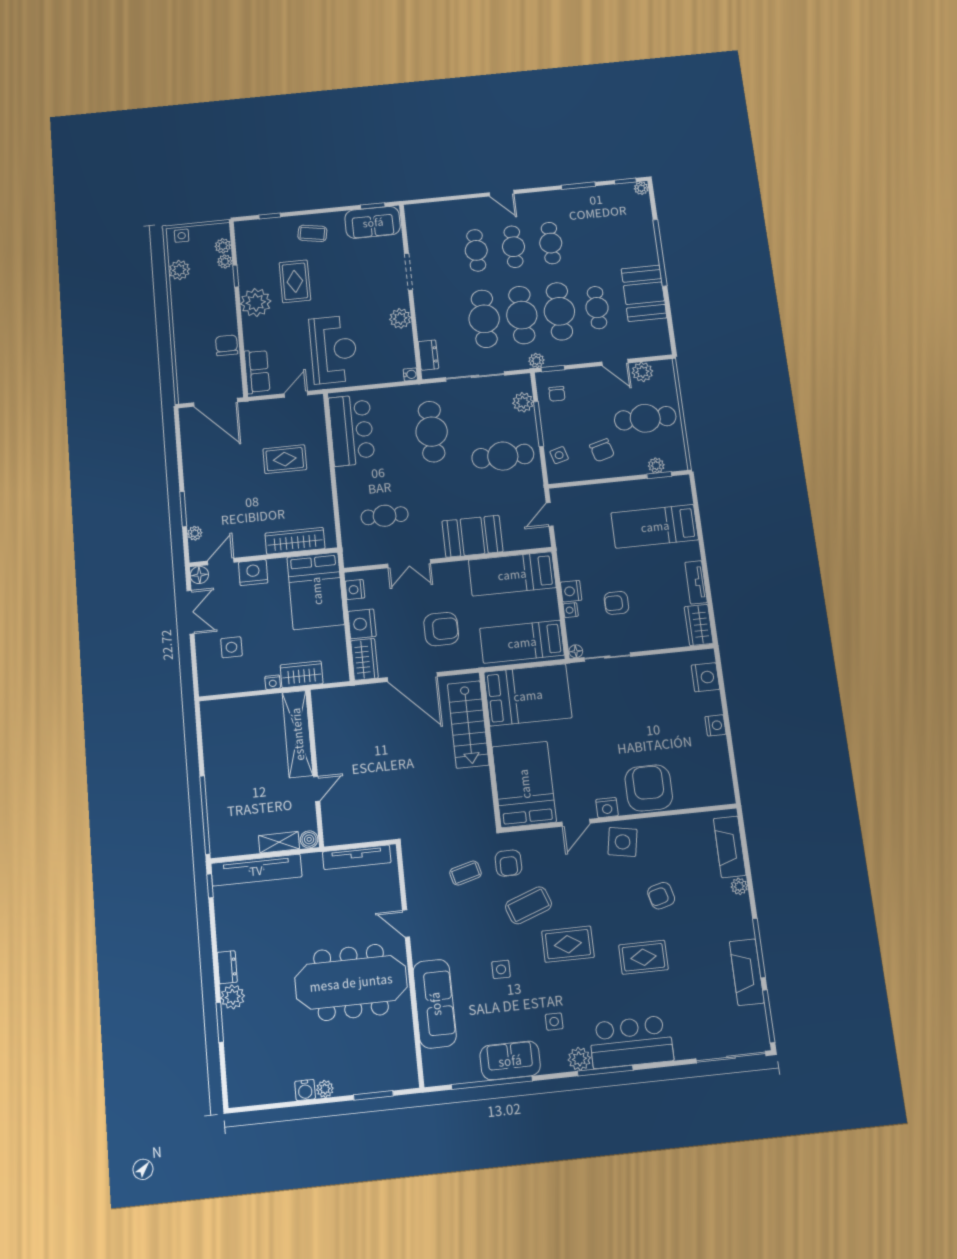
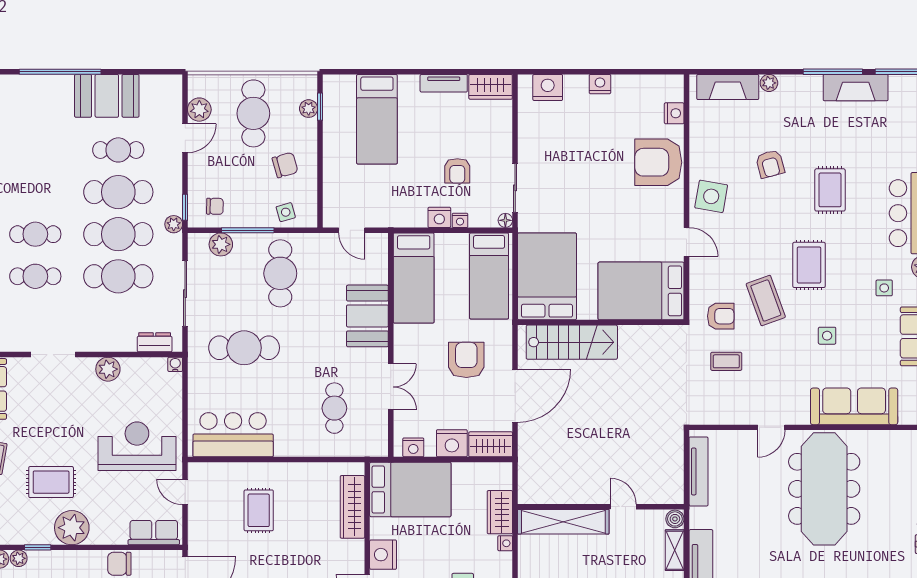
cafe table: (551, 243) -> (35, 192), removed
nightstand: (607, 808) -> (674, 113), moved
coffee table: (466, 873) -> (726, 361), turned -75

